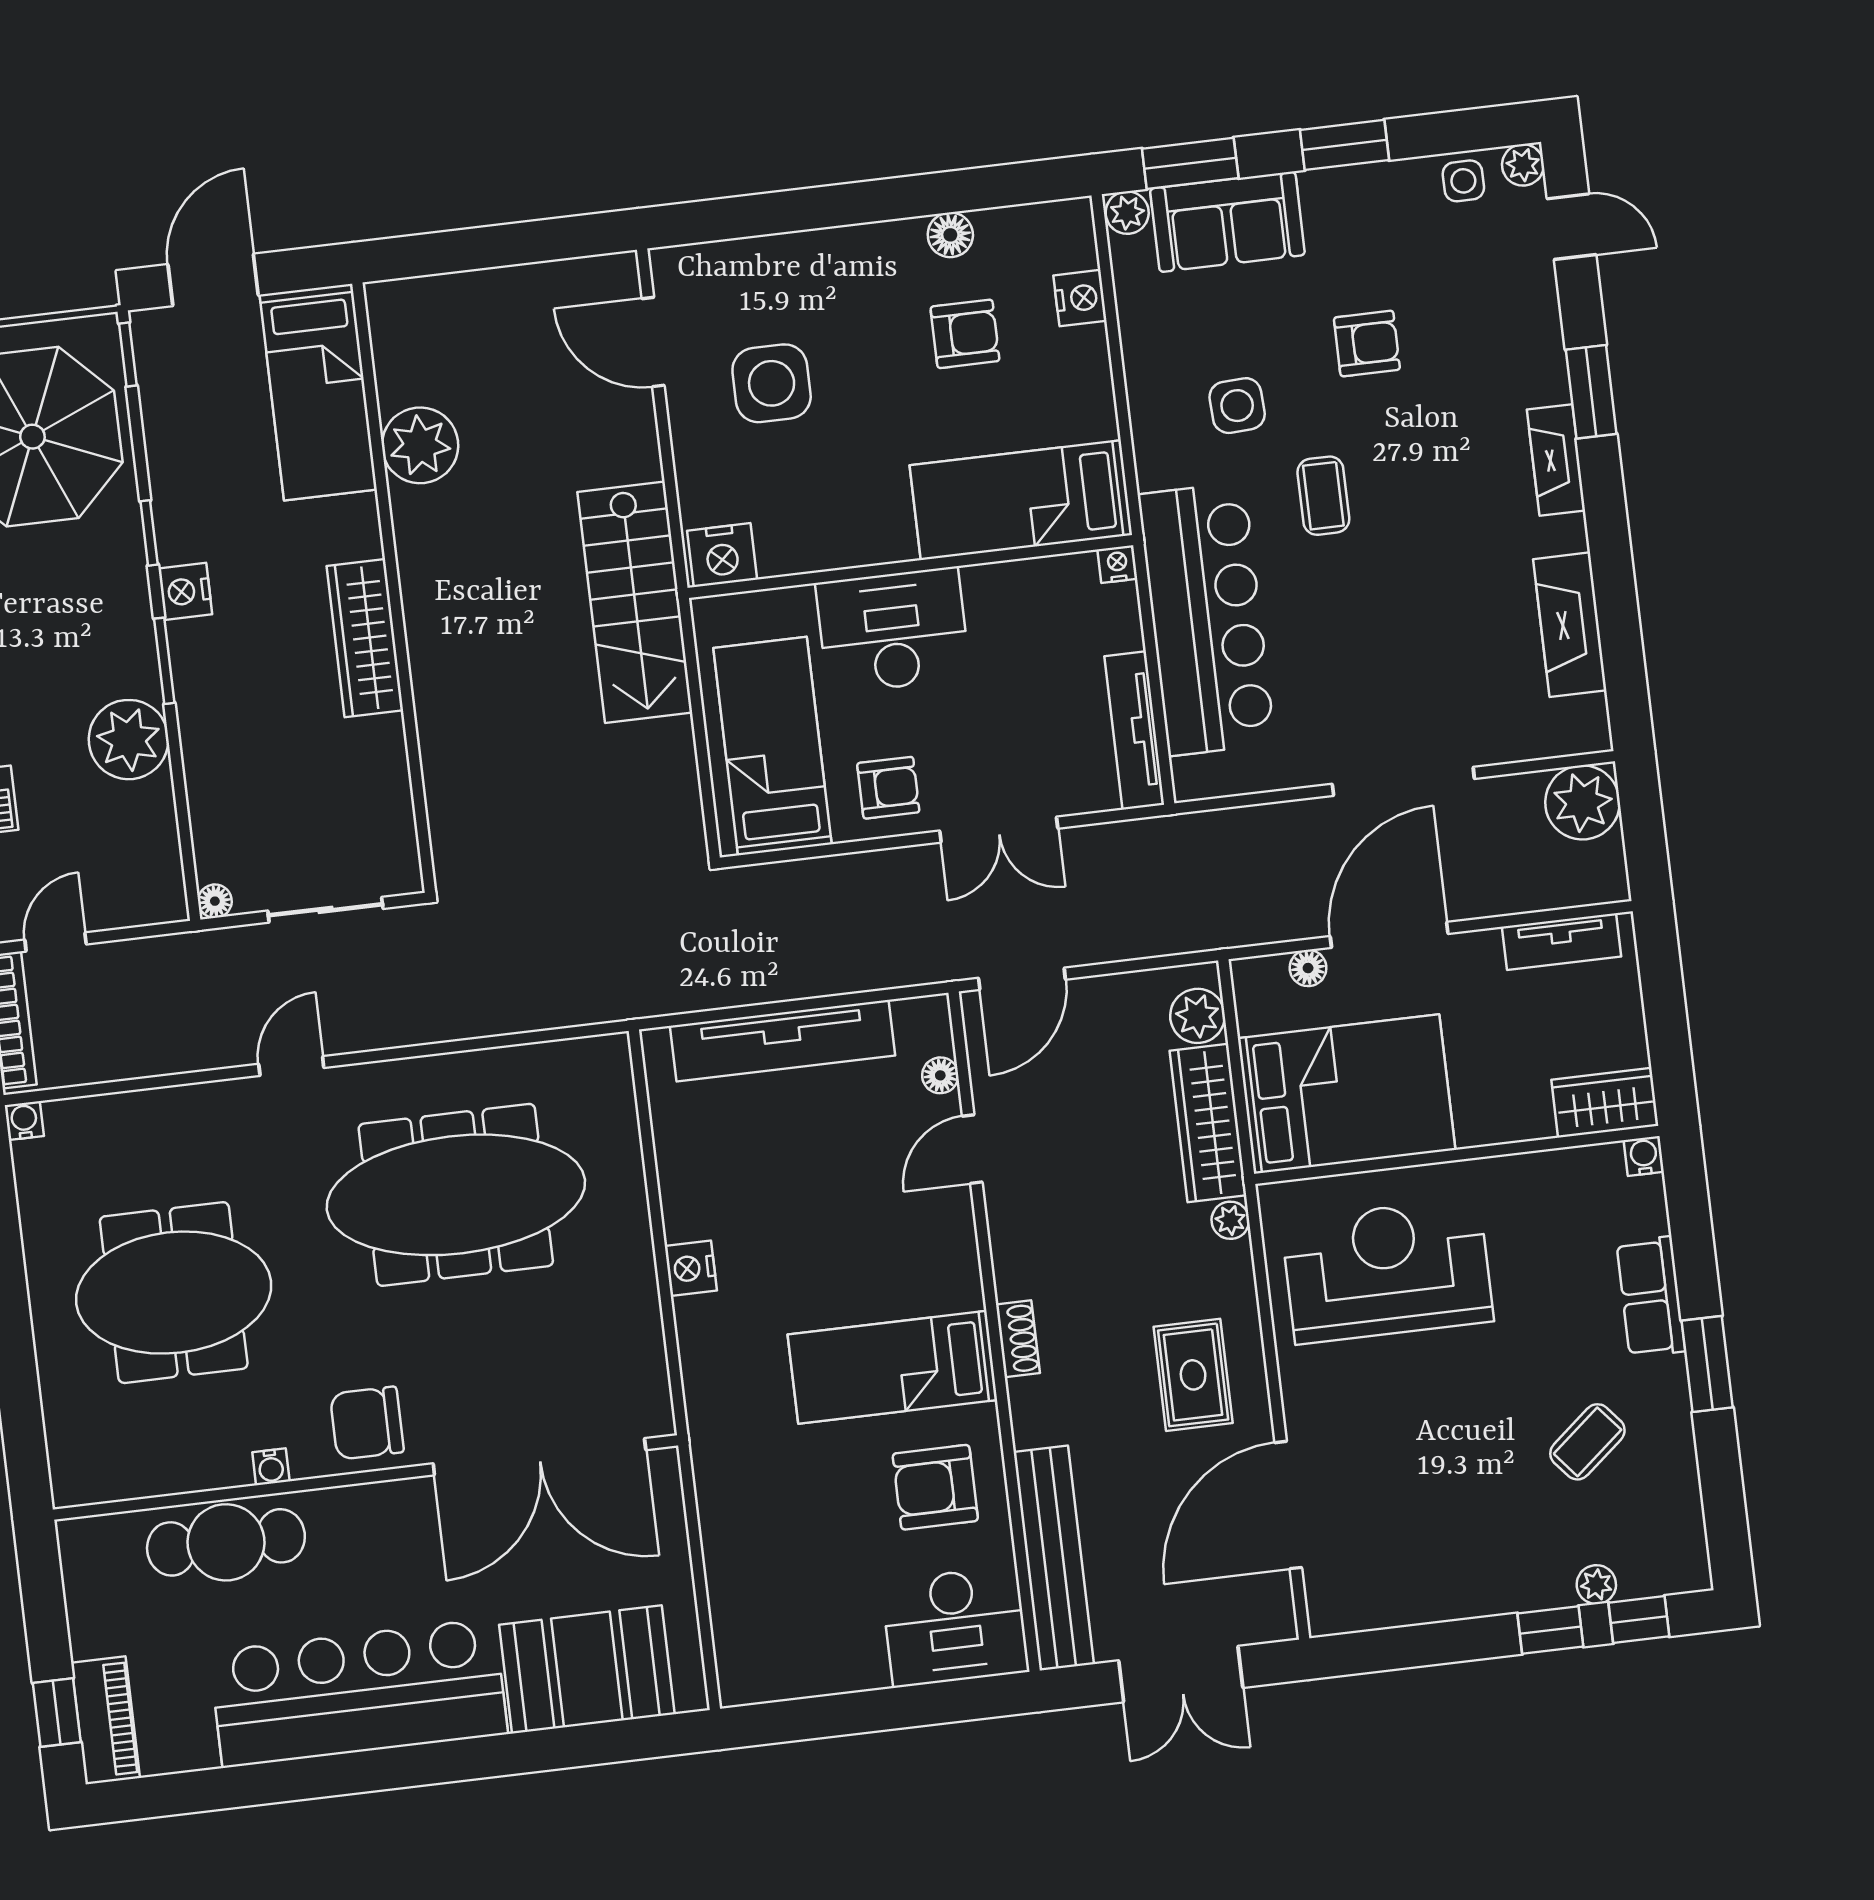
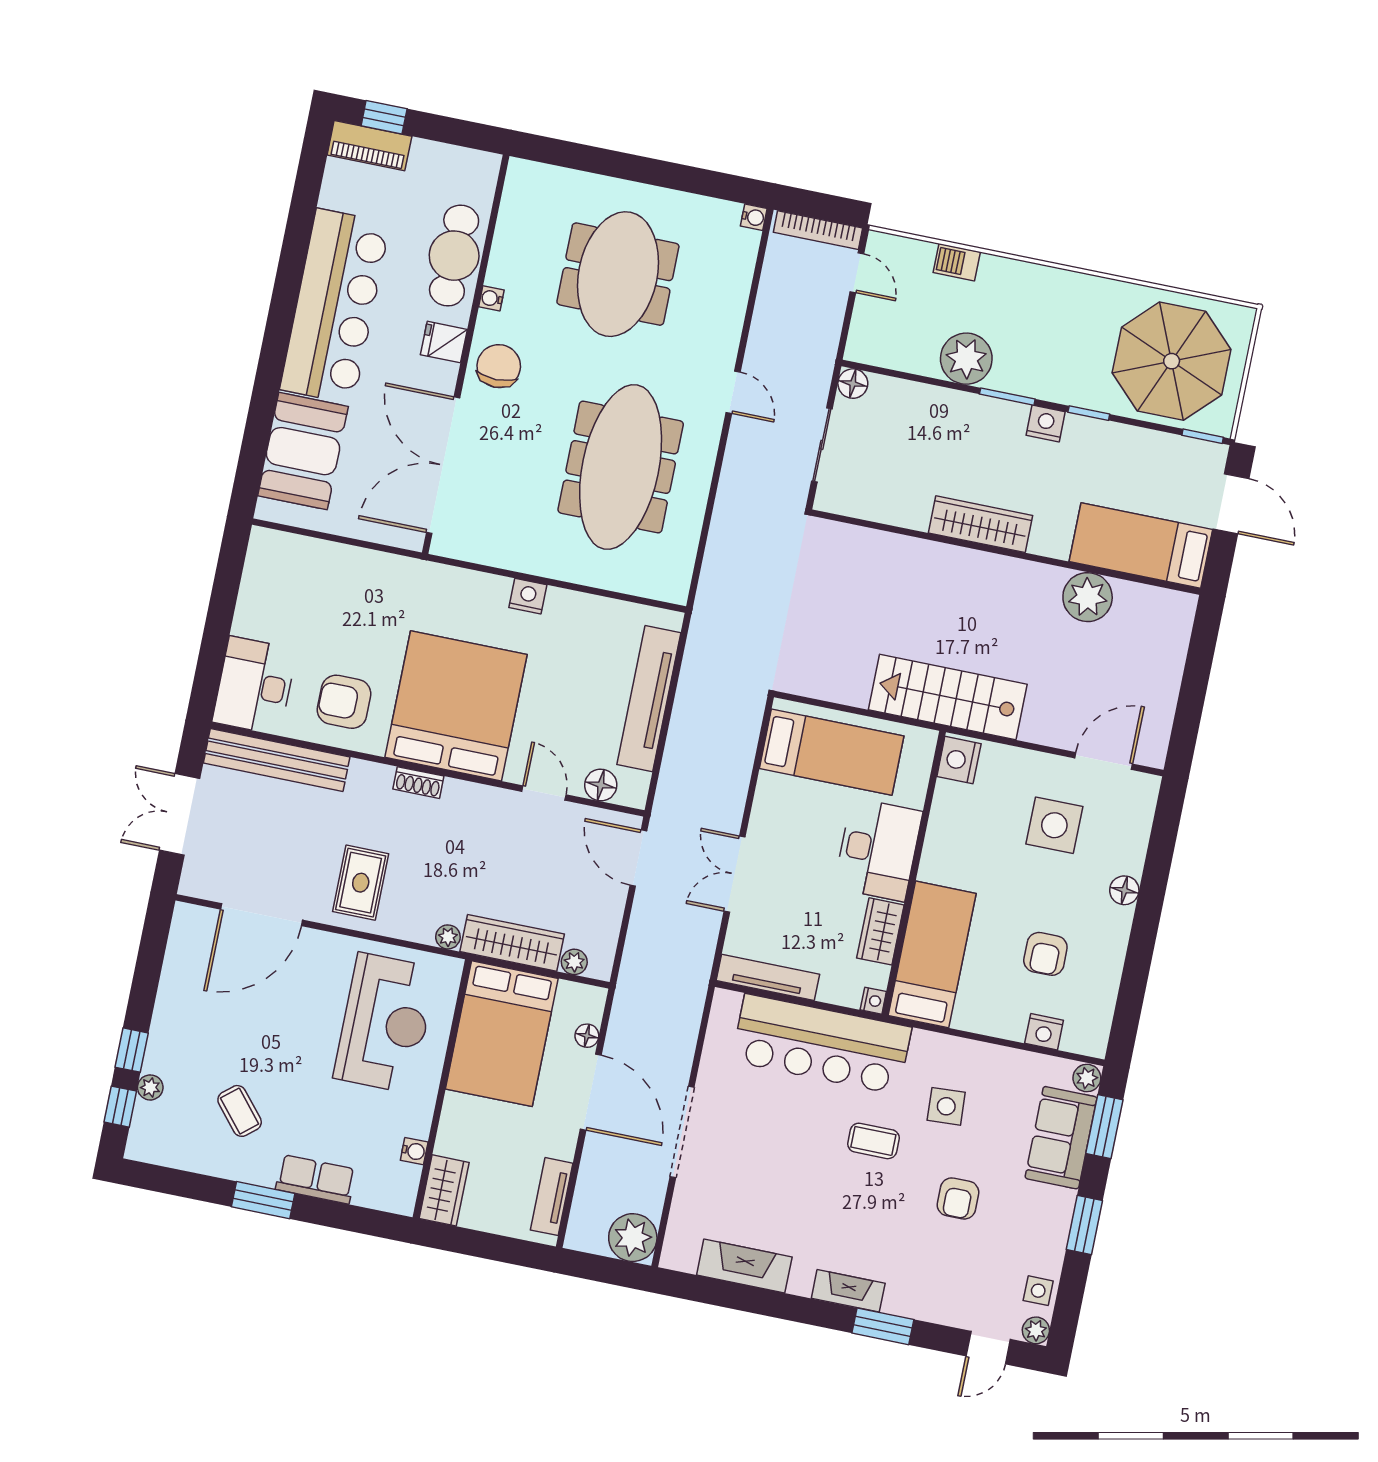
floor lamp: (950, 235) -> (1124, 890), moved
wardrobe: (1012, 587) -> (880, 931), added
armchair: (888, 788) -> (783, 815), removed
floor lamp: (215, 901) -> (853, 384), width x1.37, depth x1.37
plant: (1197, 1016) -> (574, 962), width x0.73, depth x0.73
floor lamp: (940, 1075) -> (601, 785), width x1.37, depth x1.37
water cooler: (1644, 1156) -> (414, 1151), moved
bed: (892, 1367) -> (456, 706), width x2.04
rug: (1193, 1375) -> (361, 883), turned 90
armchair: (935, 1487) -> (344, 702), turned -90
door: (1288, 1505) -> (261, 915), swing flipped
fridge: (358, 1515) -> (444, 342), added

